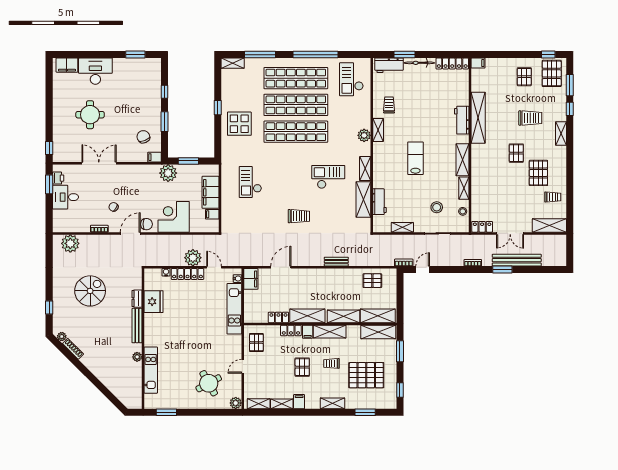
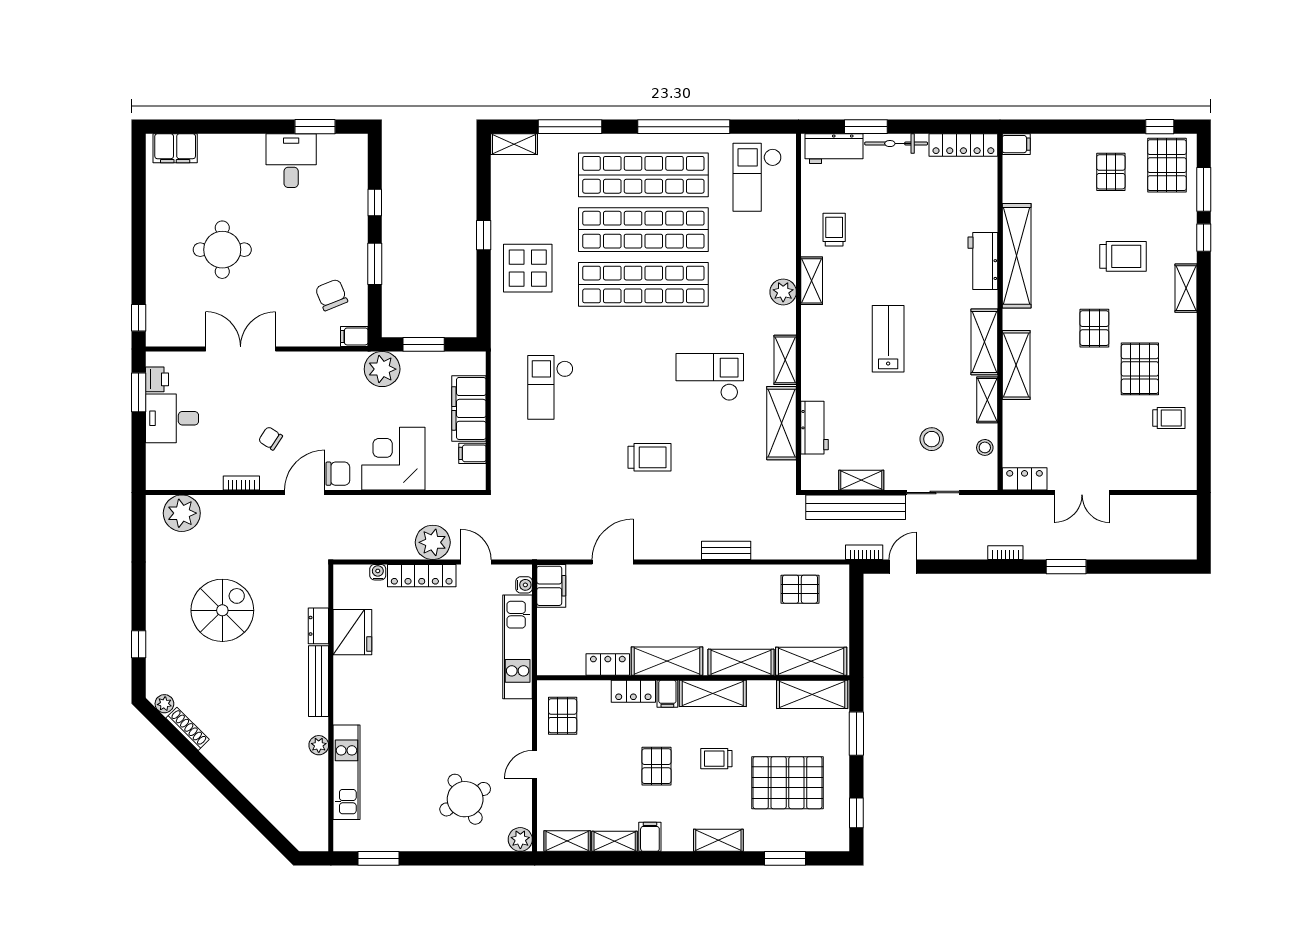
desk: (95, 71) -> (291, 161), moved, width x0.73
shelving: (549, 225) -> (1016, 365), moved, turned 90
bench: (517, 260) -> (856, 507), moved

